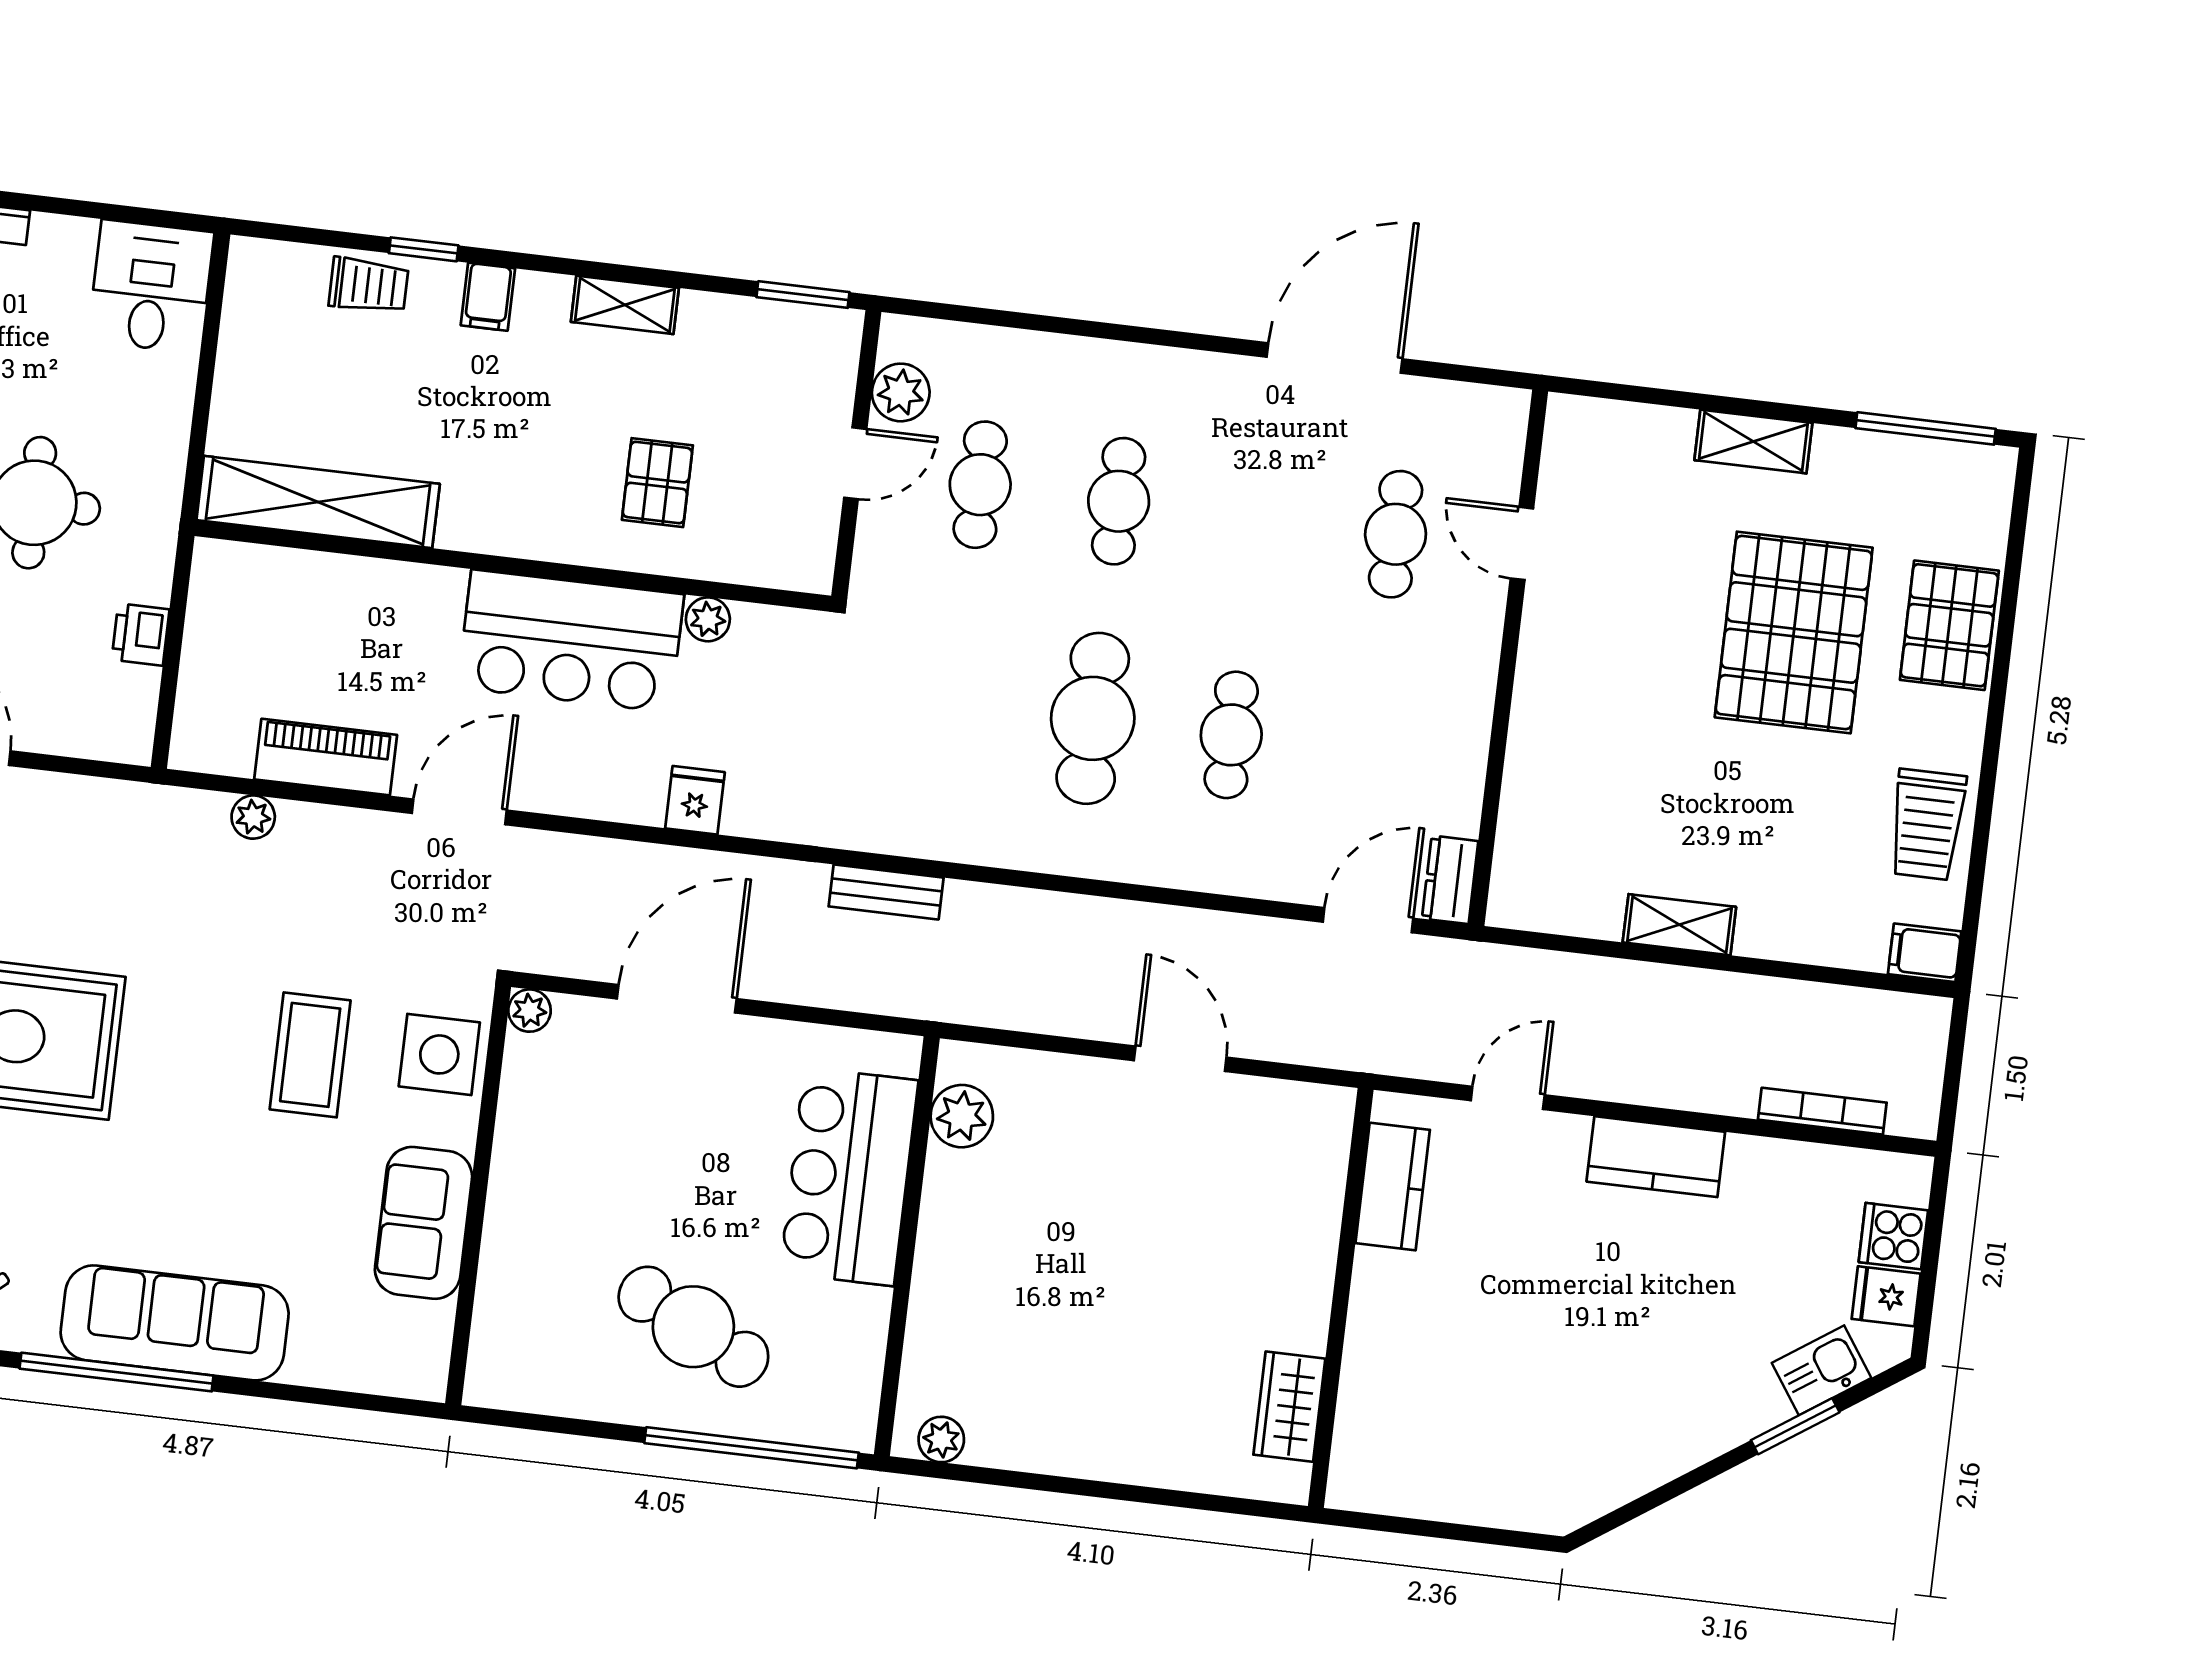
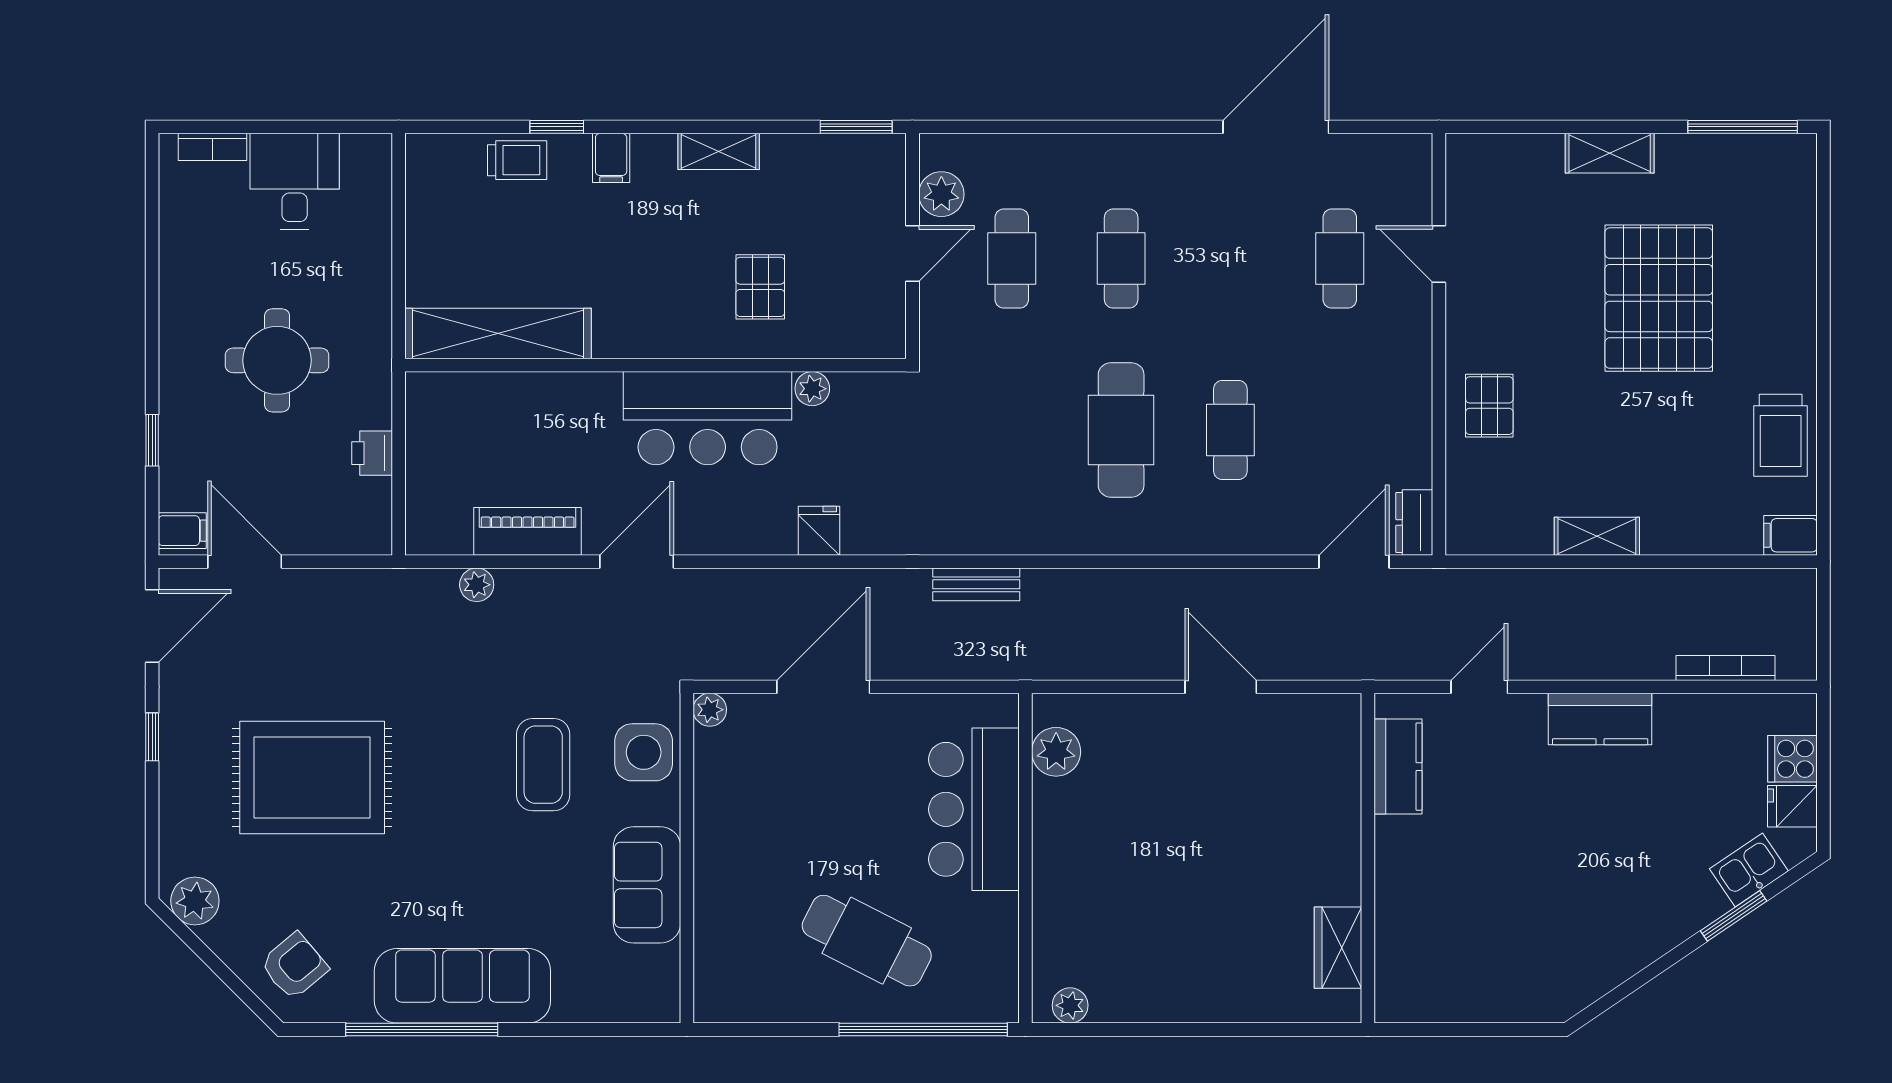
desk: (151, 287) -> (295, 181), moved
pallet: (1949, 625) -> (1489, 406), moved, width x0.67, depth x0.71

